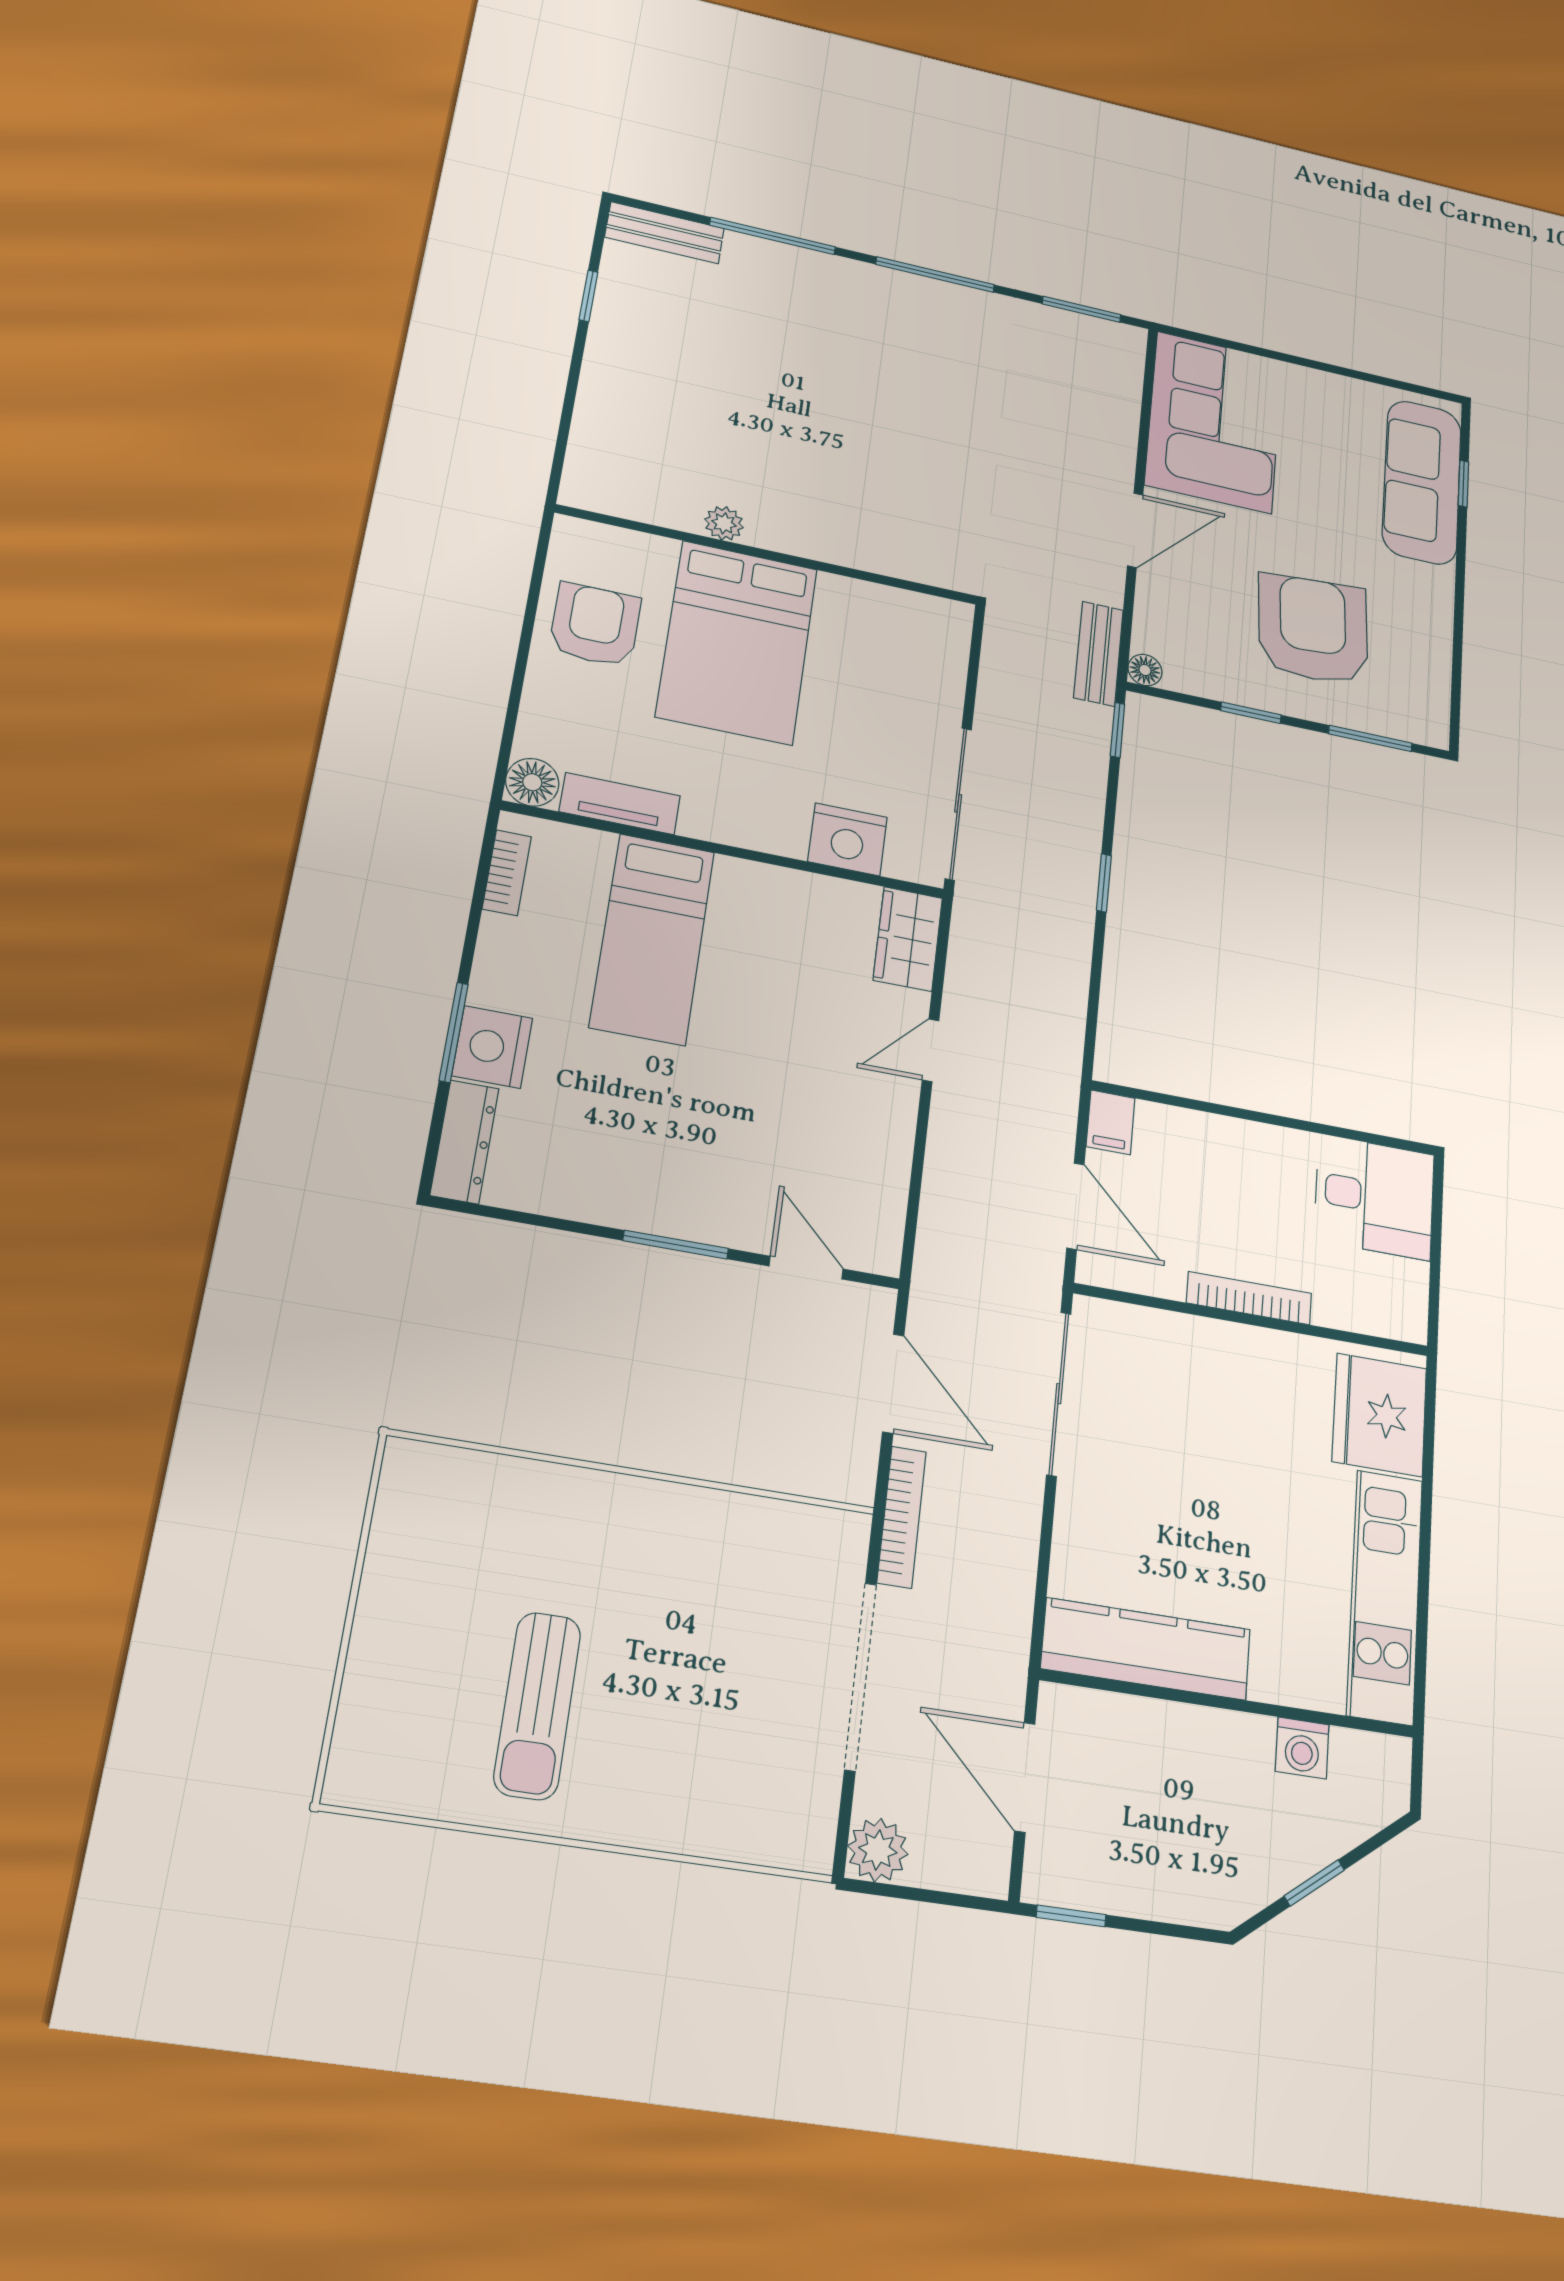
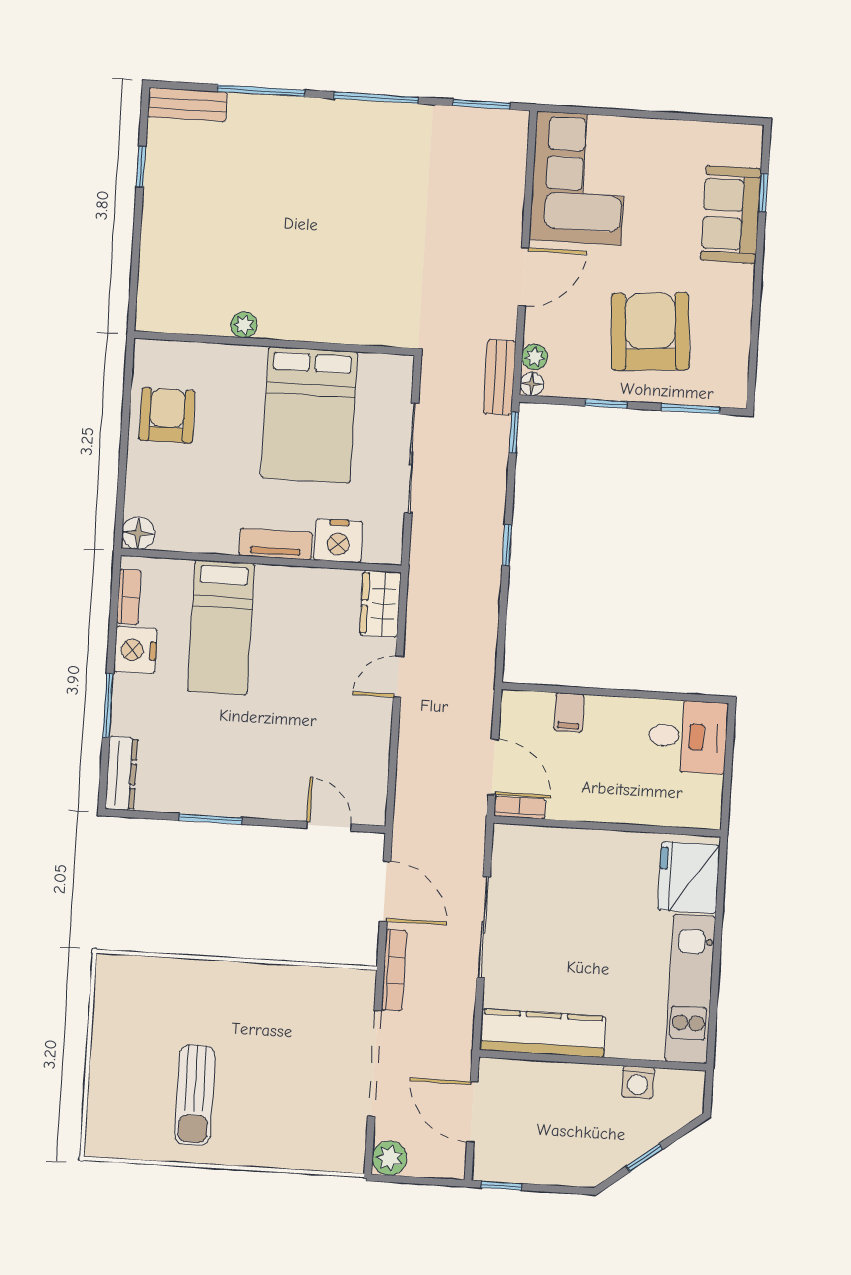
sofa: (1422, 482) -> (731, 214), width x0.73
plant: (1149, 635) -> (535, 357), added
bed: (737, 642) -> (309, 415), moved
sliding door: (958, 803) -> (412, 458), moved
tv unit: (620, 804) -> (276, 544), moved
nightstand: (492, 1047) -> (135, 650), moved
filing cabinet: (1111, 1122) -> (569, 712), moved
window: (676, 1245) -> (211, 819), moved
bookcase: (1249, 1298) -> (520, 808), moved, width x0.64
sliding door: (1059, 1394) -> (484, 927), moved

